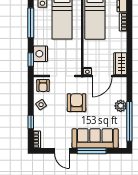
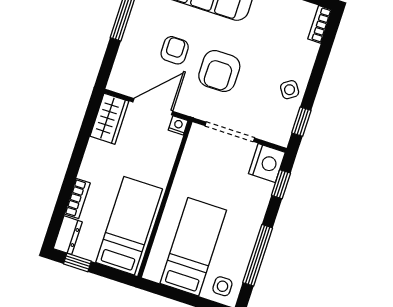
nightstand: (40, 54) -> (267, 163), moved
armchair: (43, 85) -> (175, 50), moved
plant: (121, 106) -> (135, 37), removed
window: (31, 122) -> (301, 122), moved

